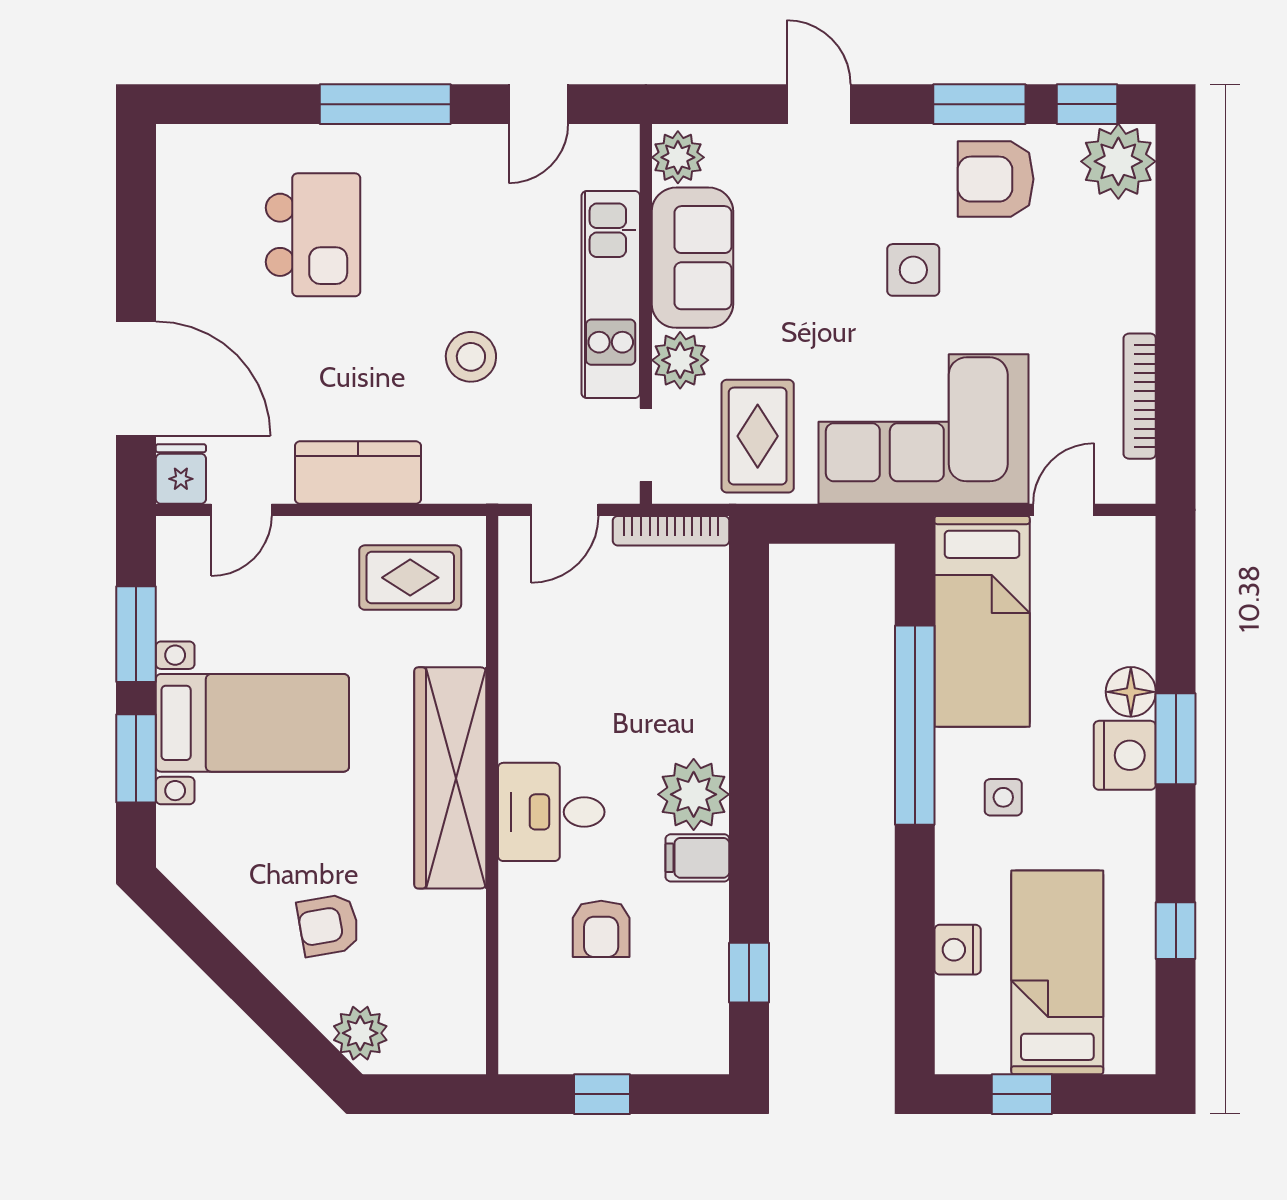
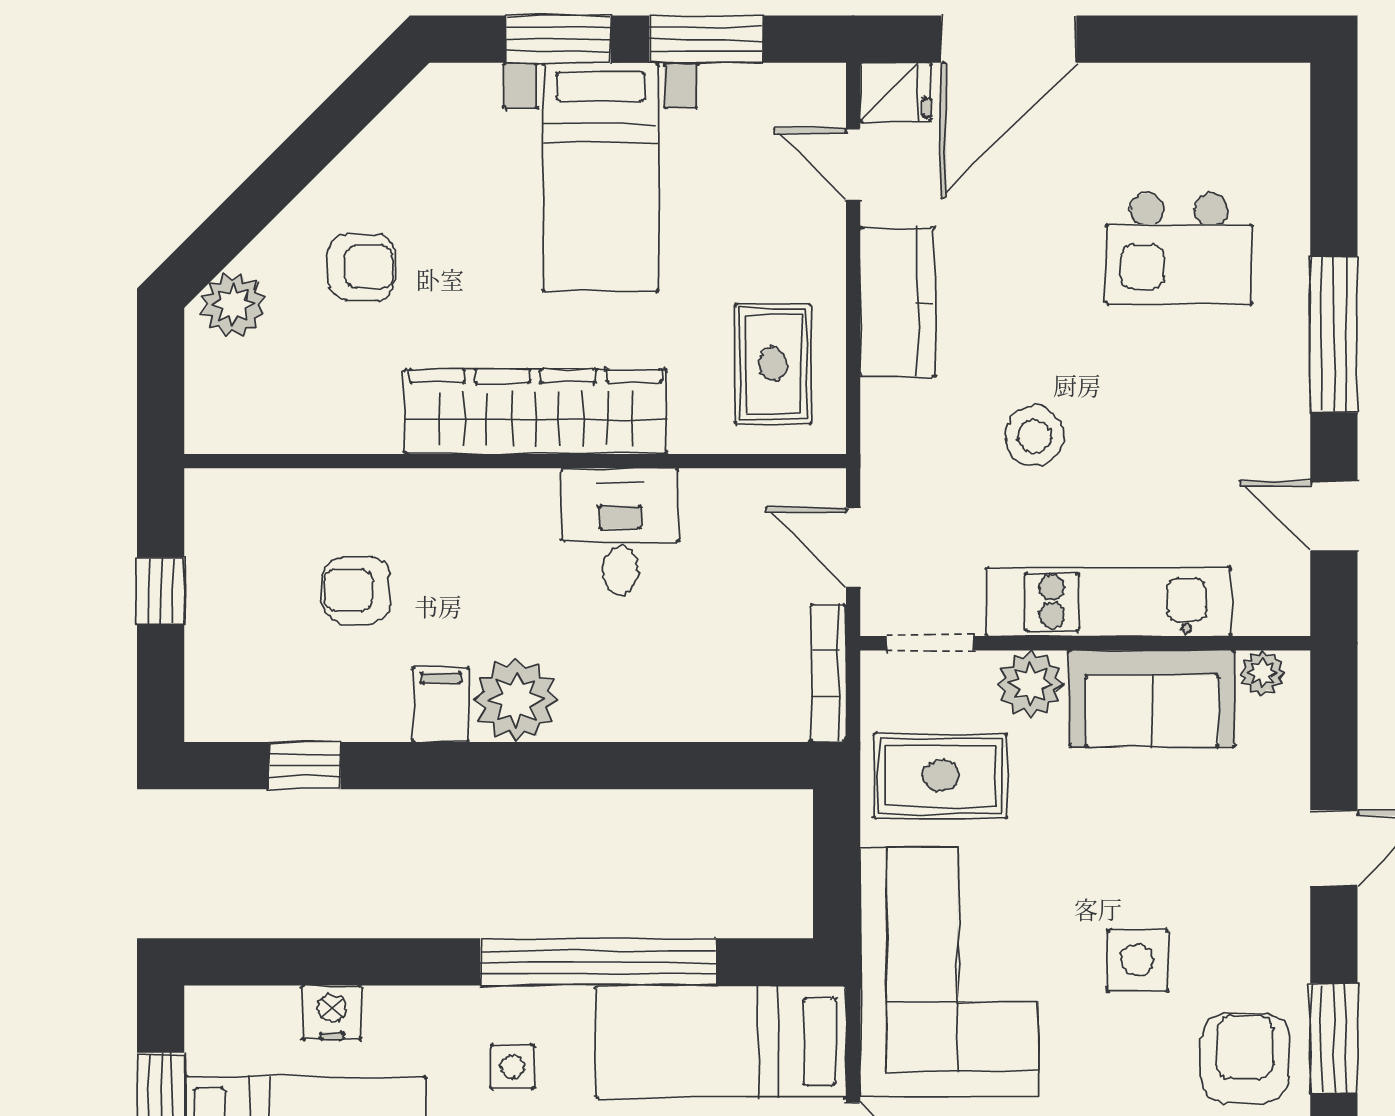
plant: (678, 157) -> (1262, 673), width x0.73, depth x0.73
desk: (551, 812) -> (620, 531), moved
armchair: (328, 925) -> (361, 267), turned 100

